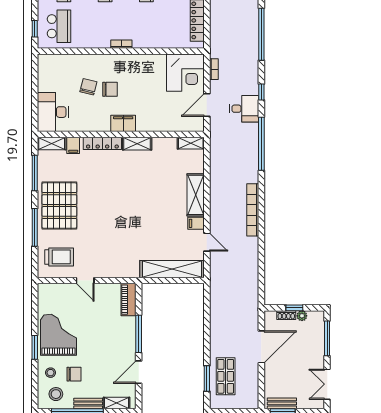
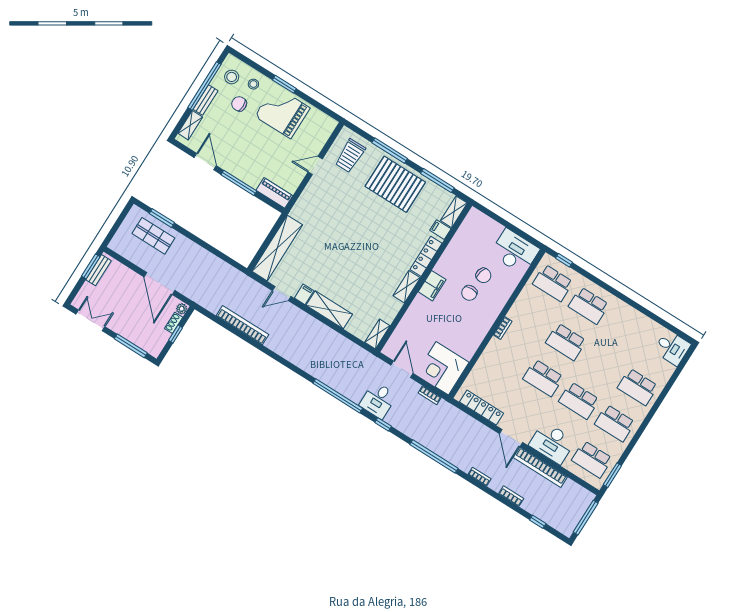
desk: (53, 112) -> (515, 252), moved
bookcase: (253, 210) -> (242, 325), moved
plant: (302, 316) -> (182, 309), moved
grand piano: (59, 335) -> (282, 112), turned 180
chair: (74, 374) -> (239, 104), turned 90

